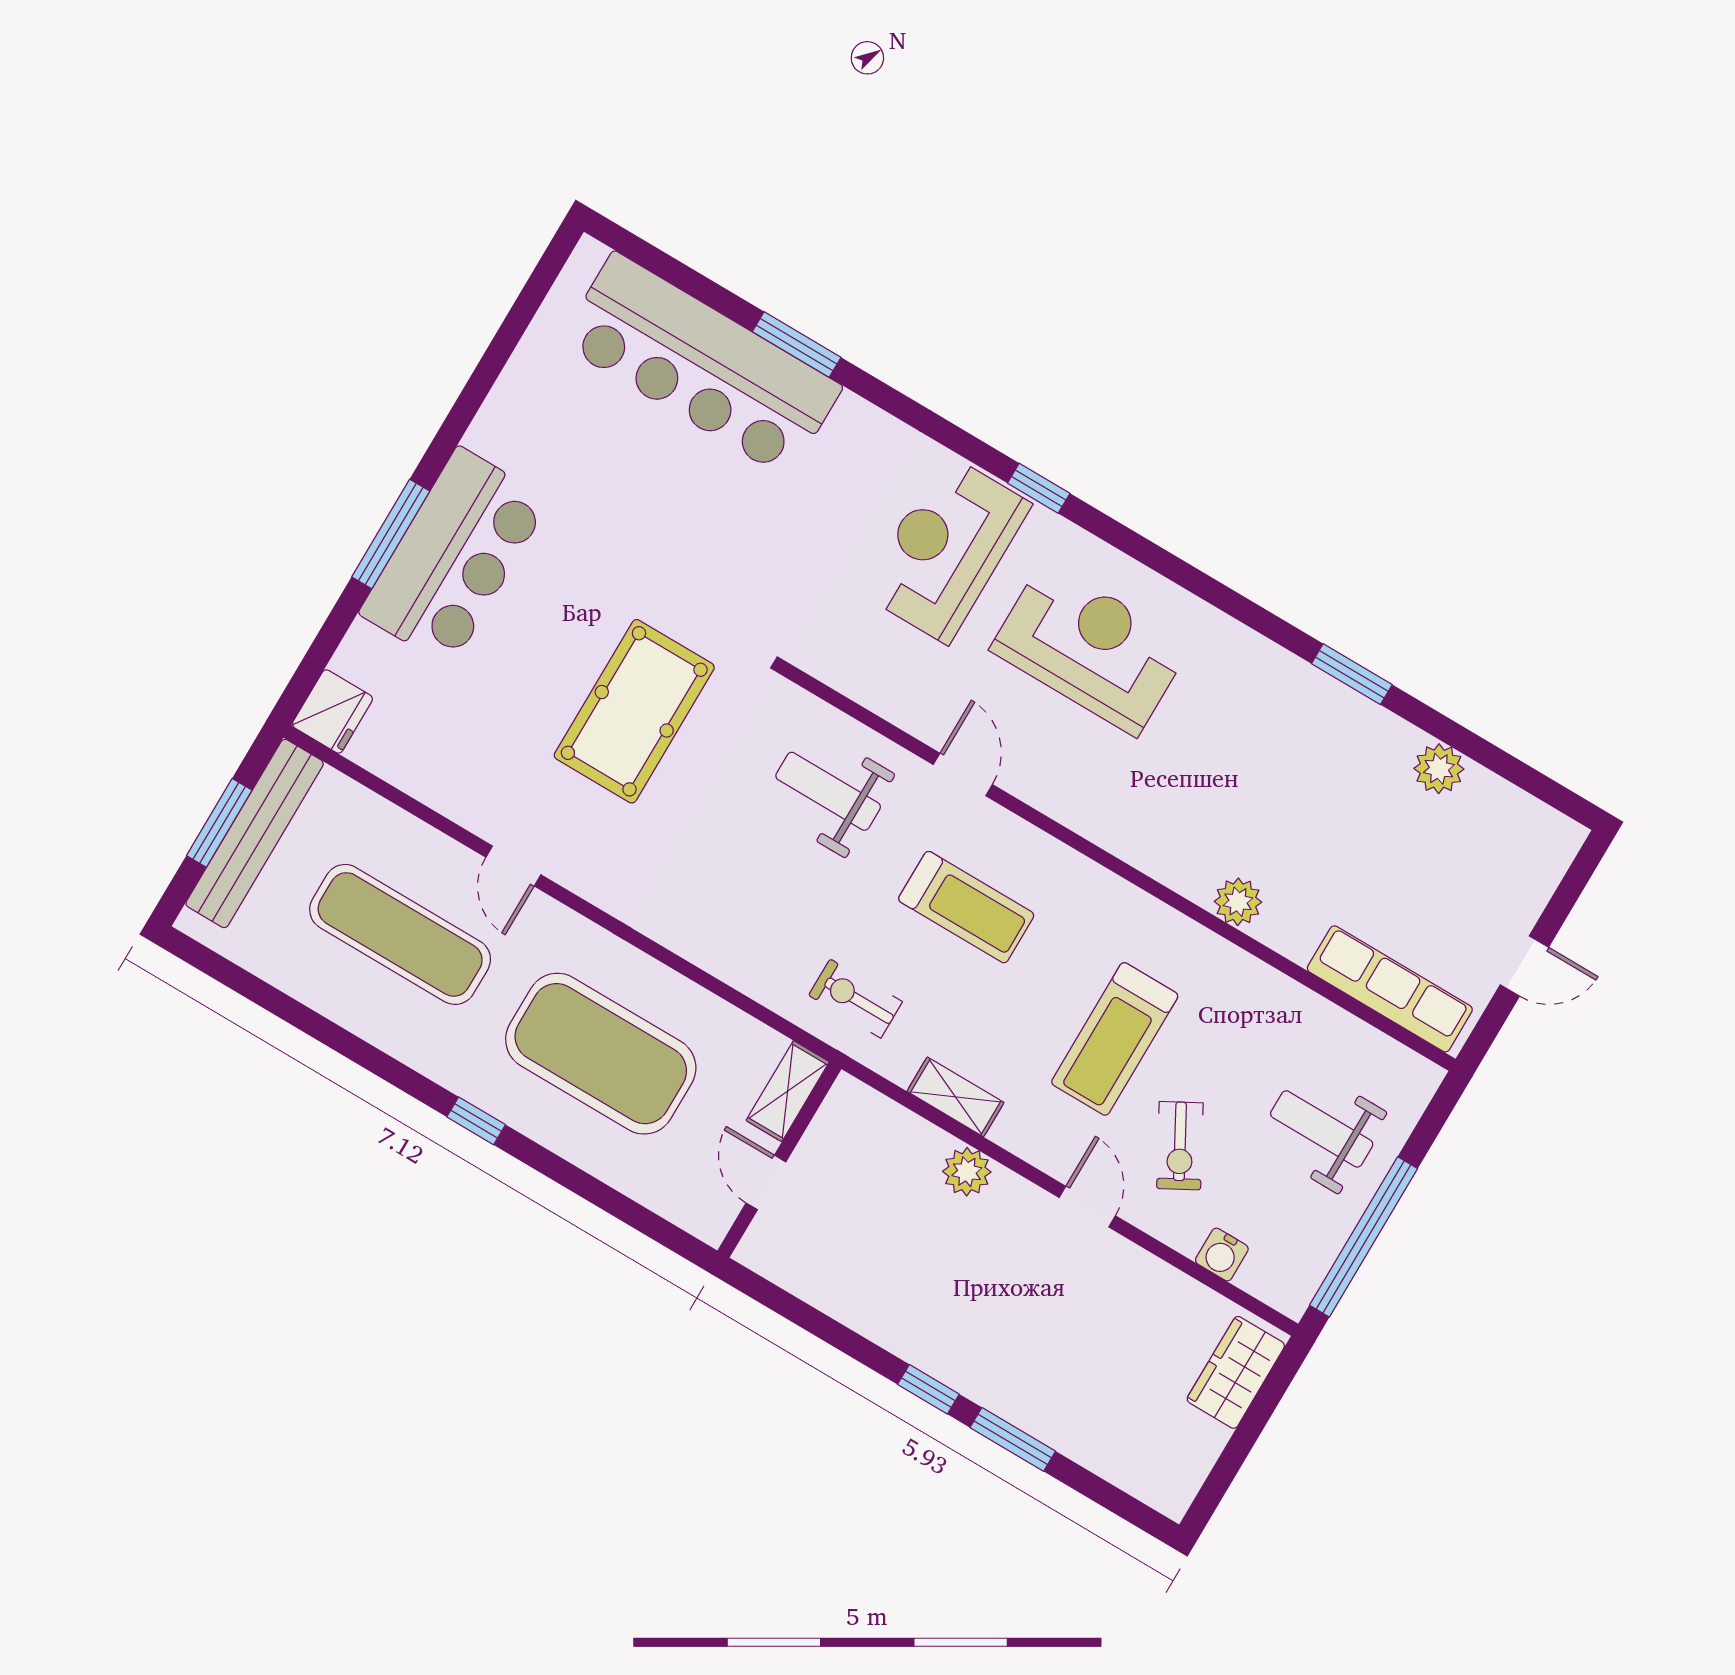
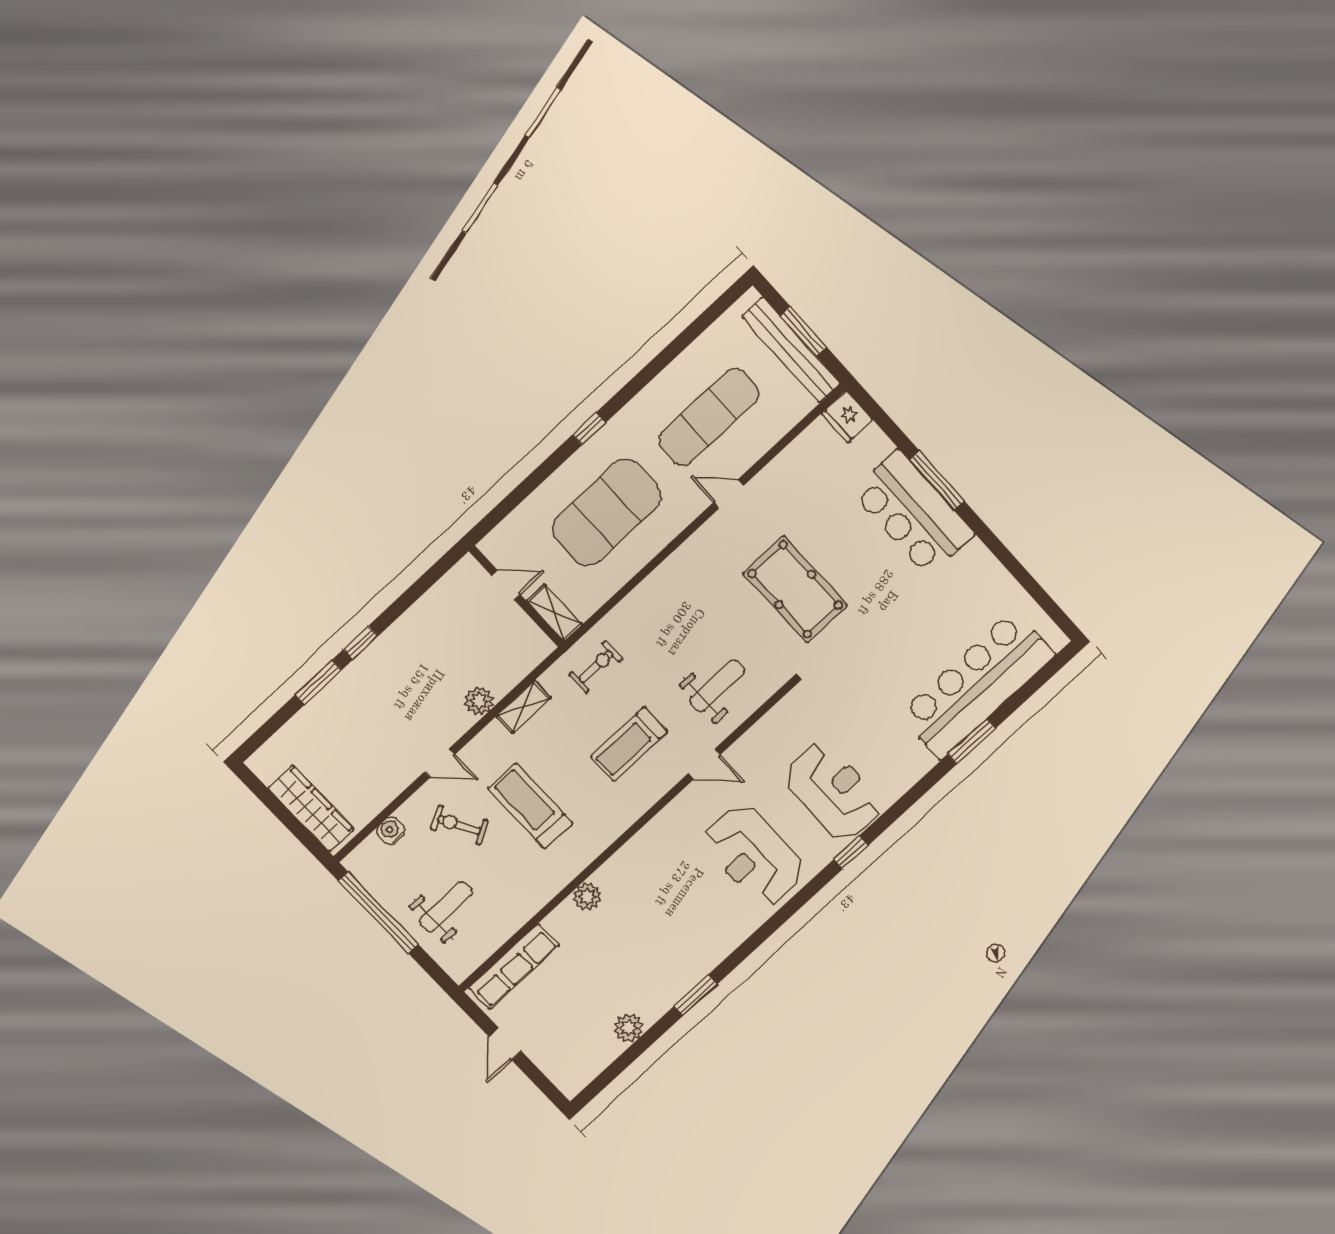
reception desk: (1090, 648) -> (754, 856), turned 90
wardrobe: (1236, 1372) -> (311, 809), width x1.50

